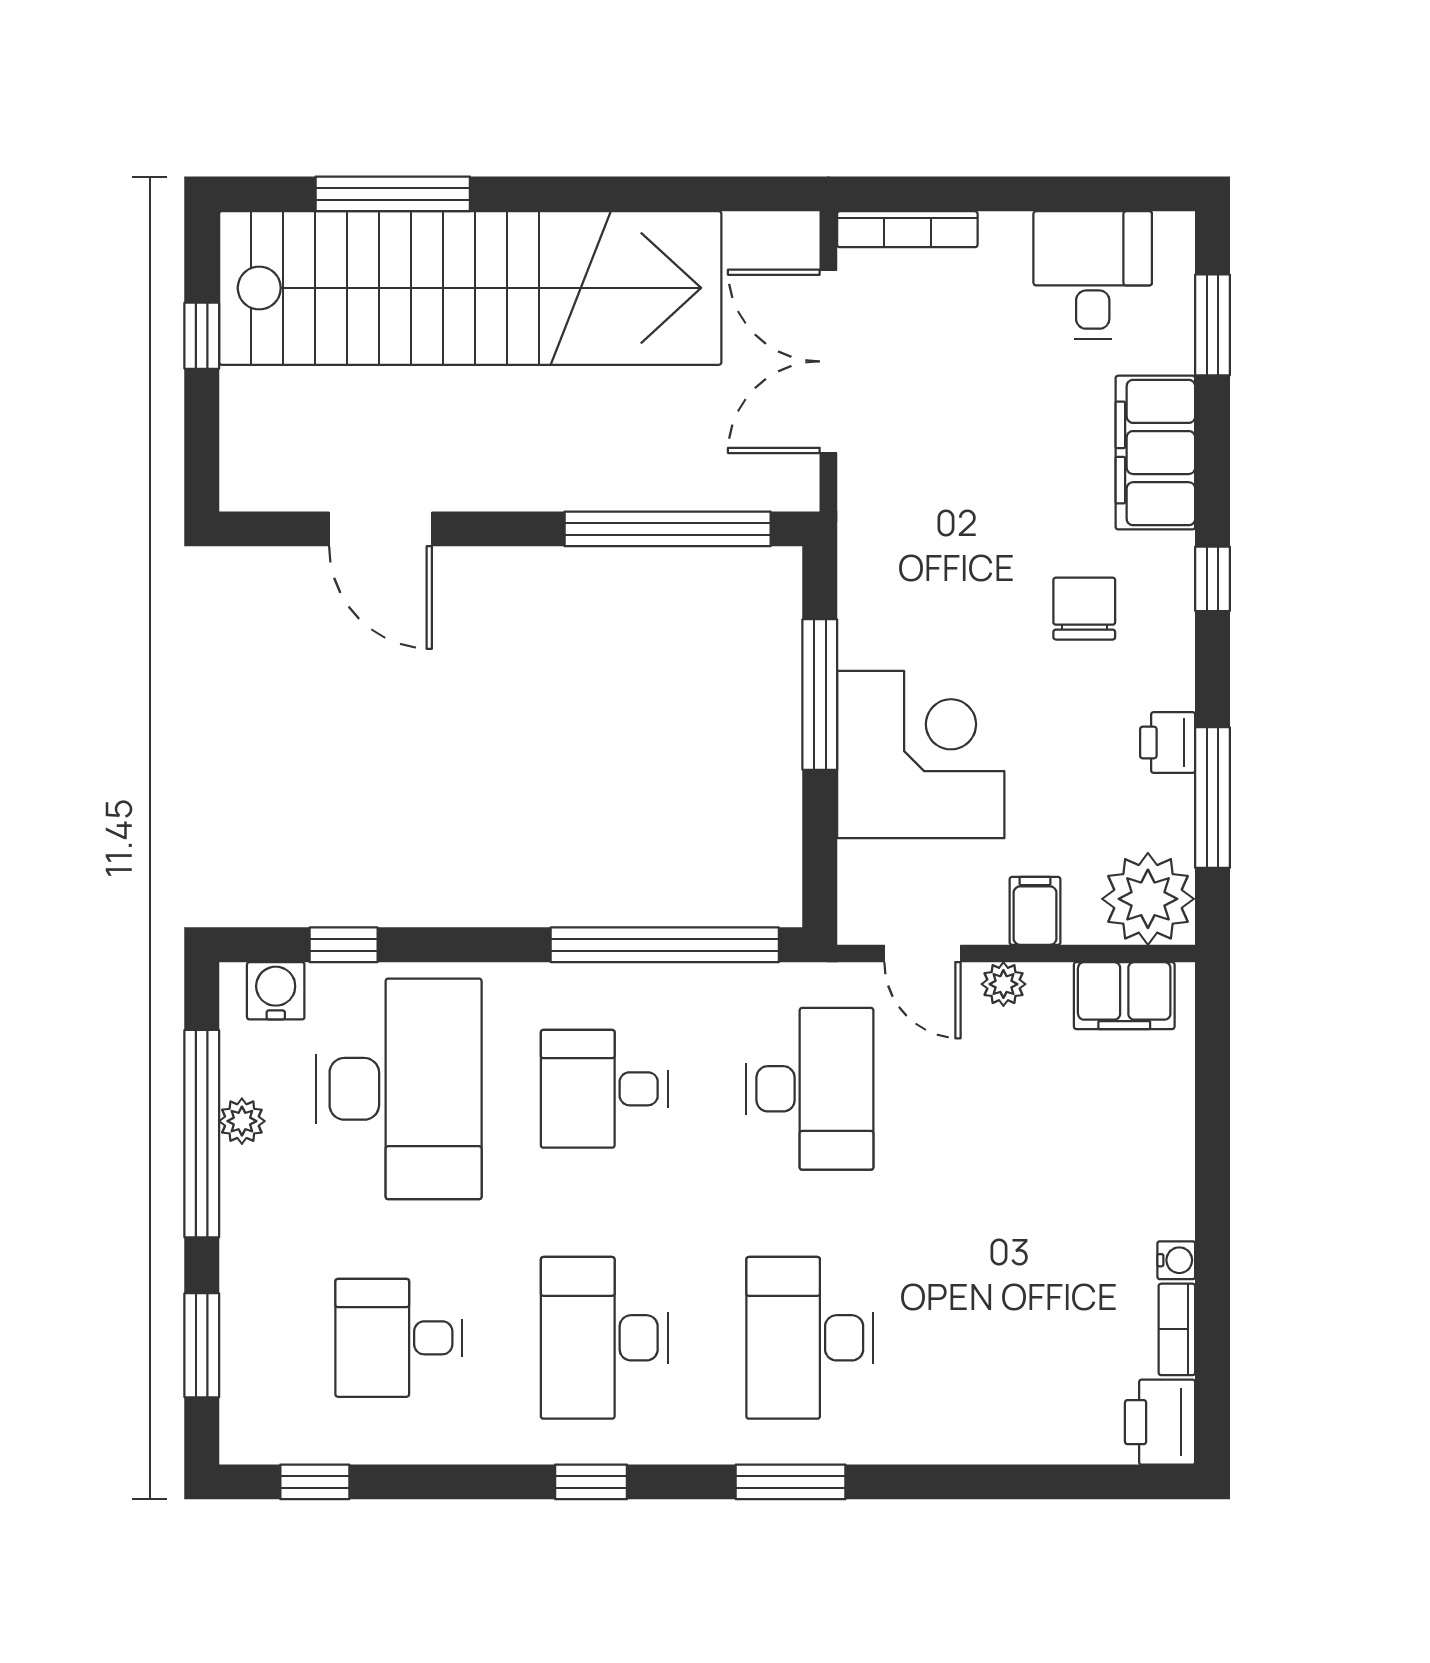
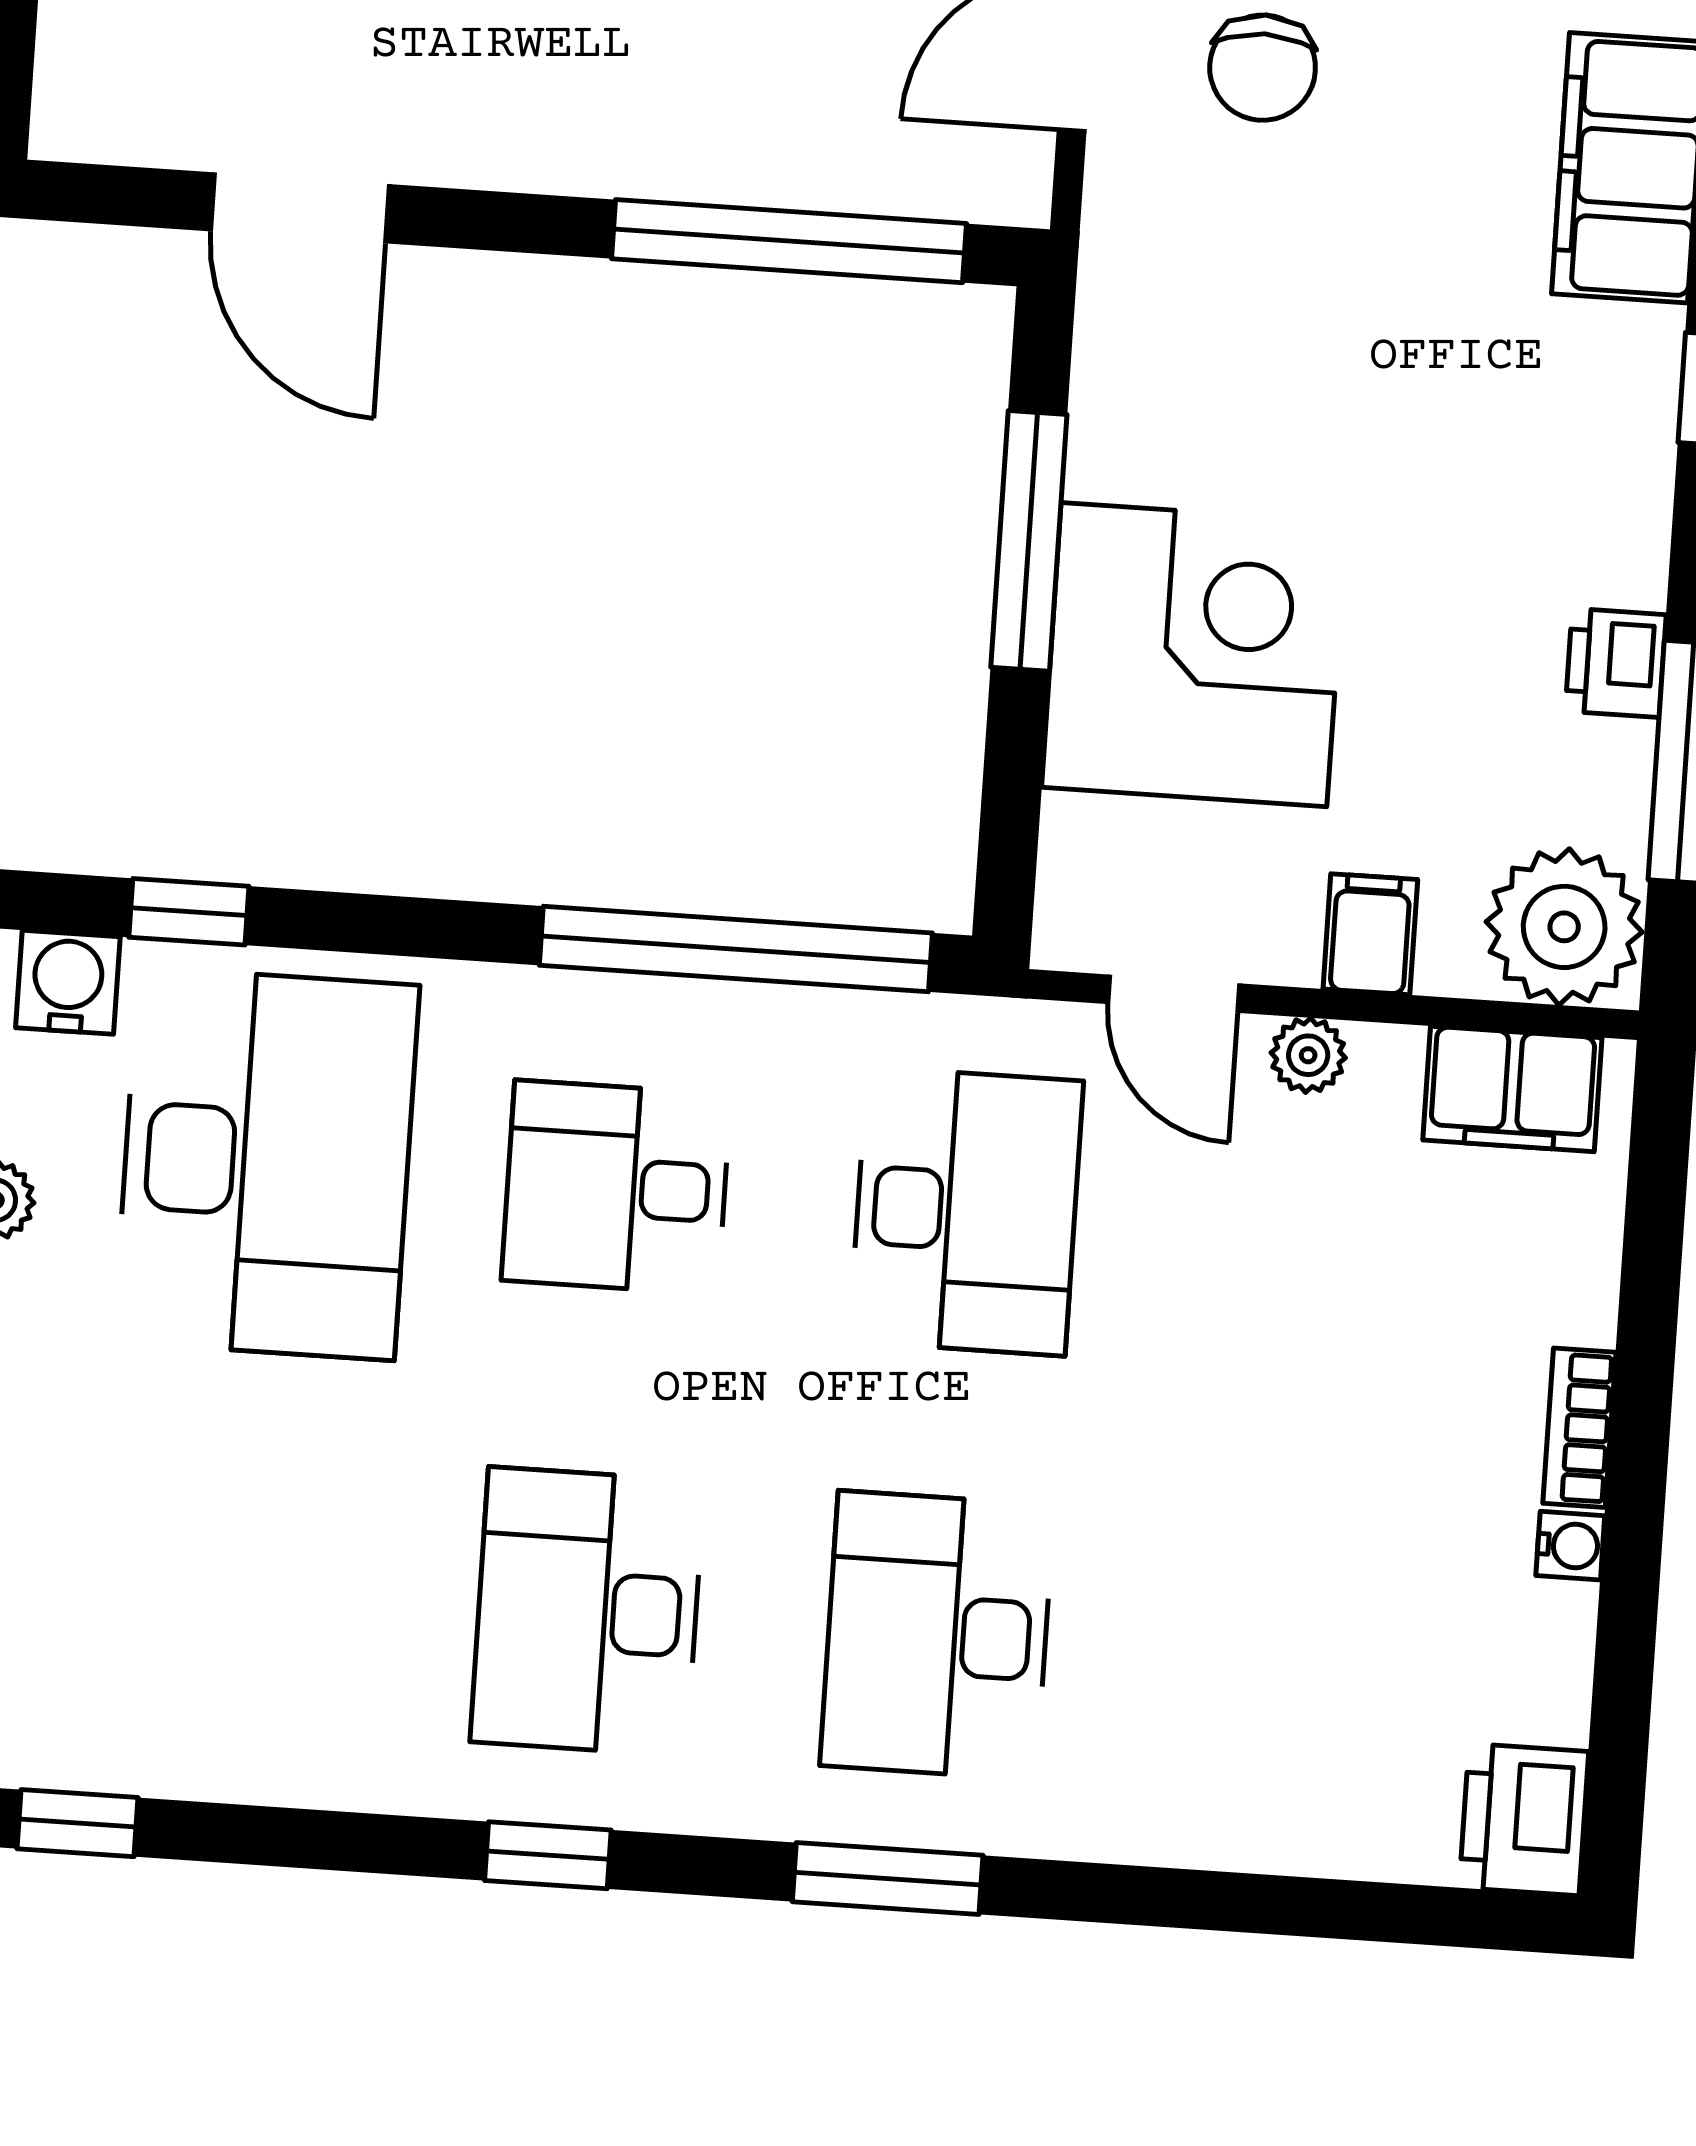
chair: (1084, 609) -> (1263, 68), moved, turned 180
bookcase: (1177, 1329) -> (1579, 1428), moved
desk: (399, 1338) -> (237, 1588), removed

